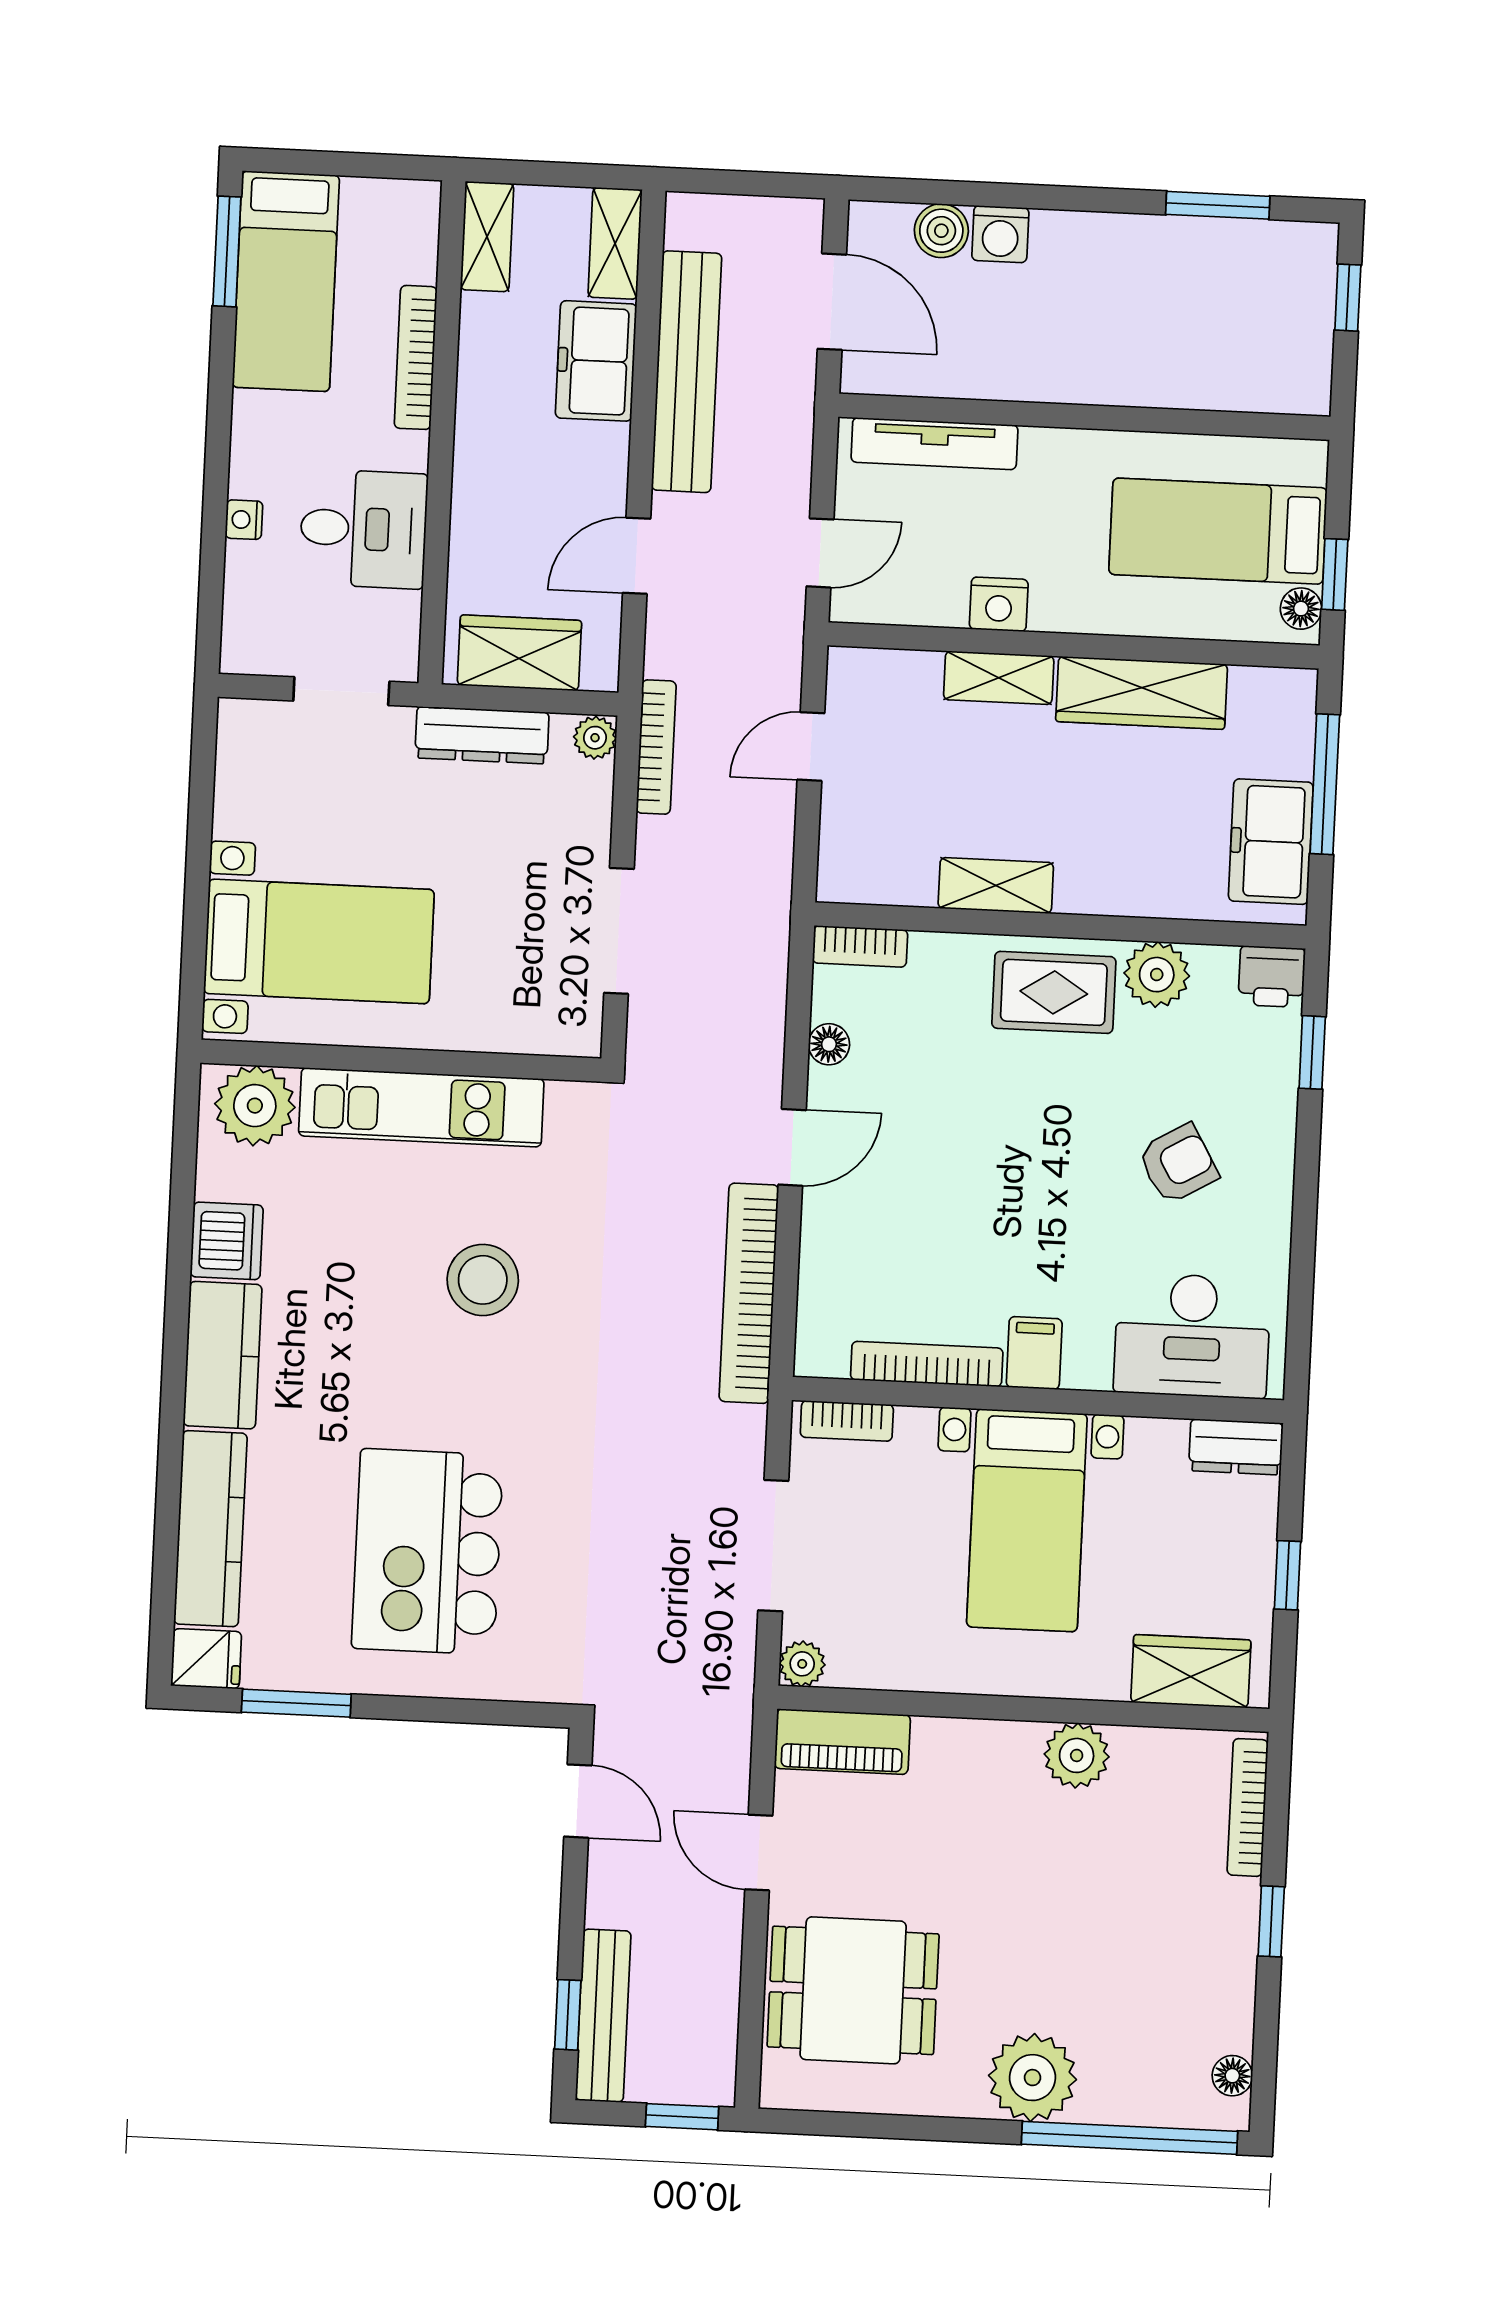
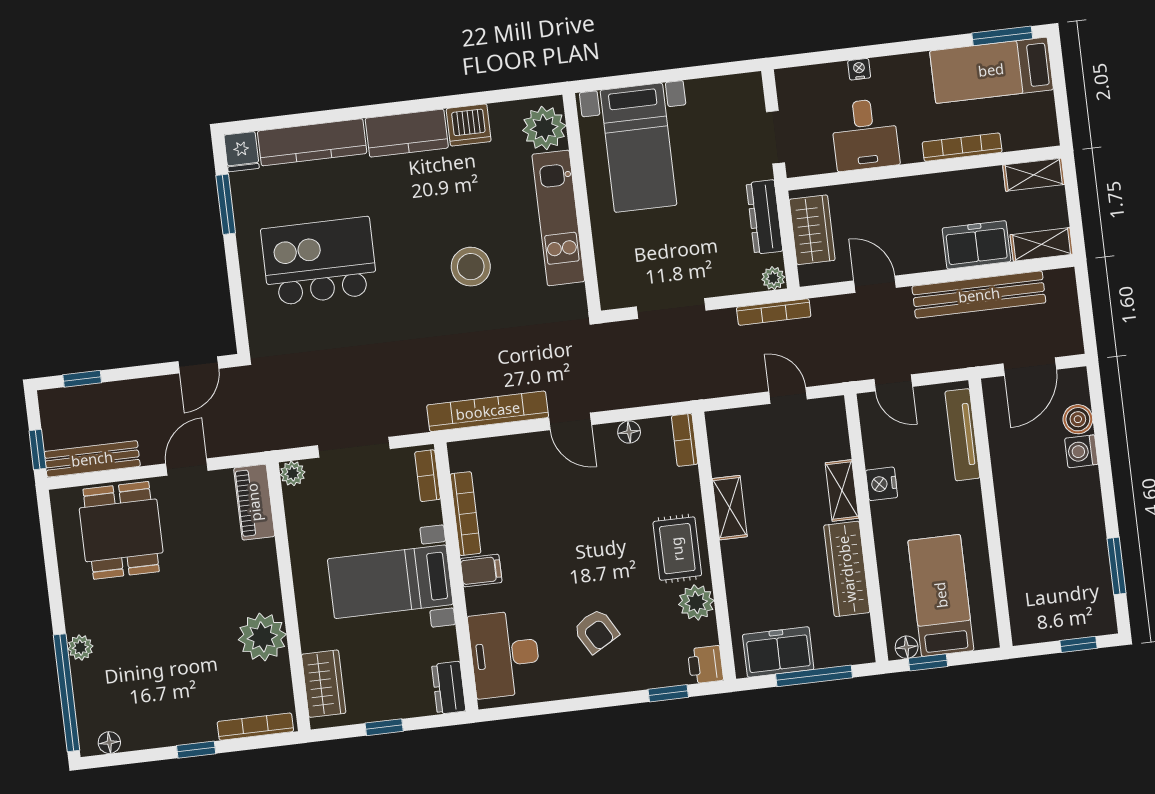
plant: (1077, 1755) -> (262, 637), width x1.36, depth x1.36
bench: (603, 2016) -> (92, 459), moved
plant: (1033, 2078) -> (80, 648), width x0.53, depth x0.53

